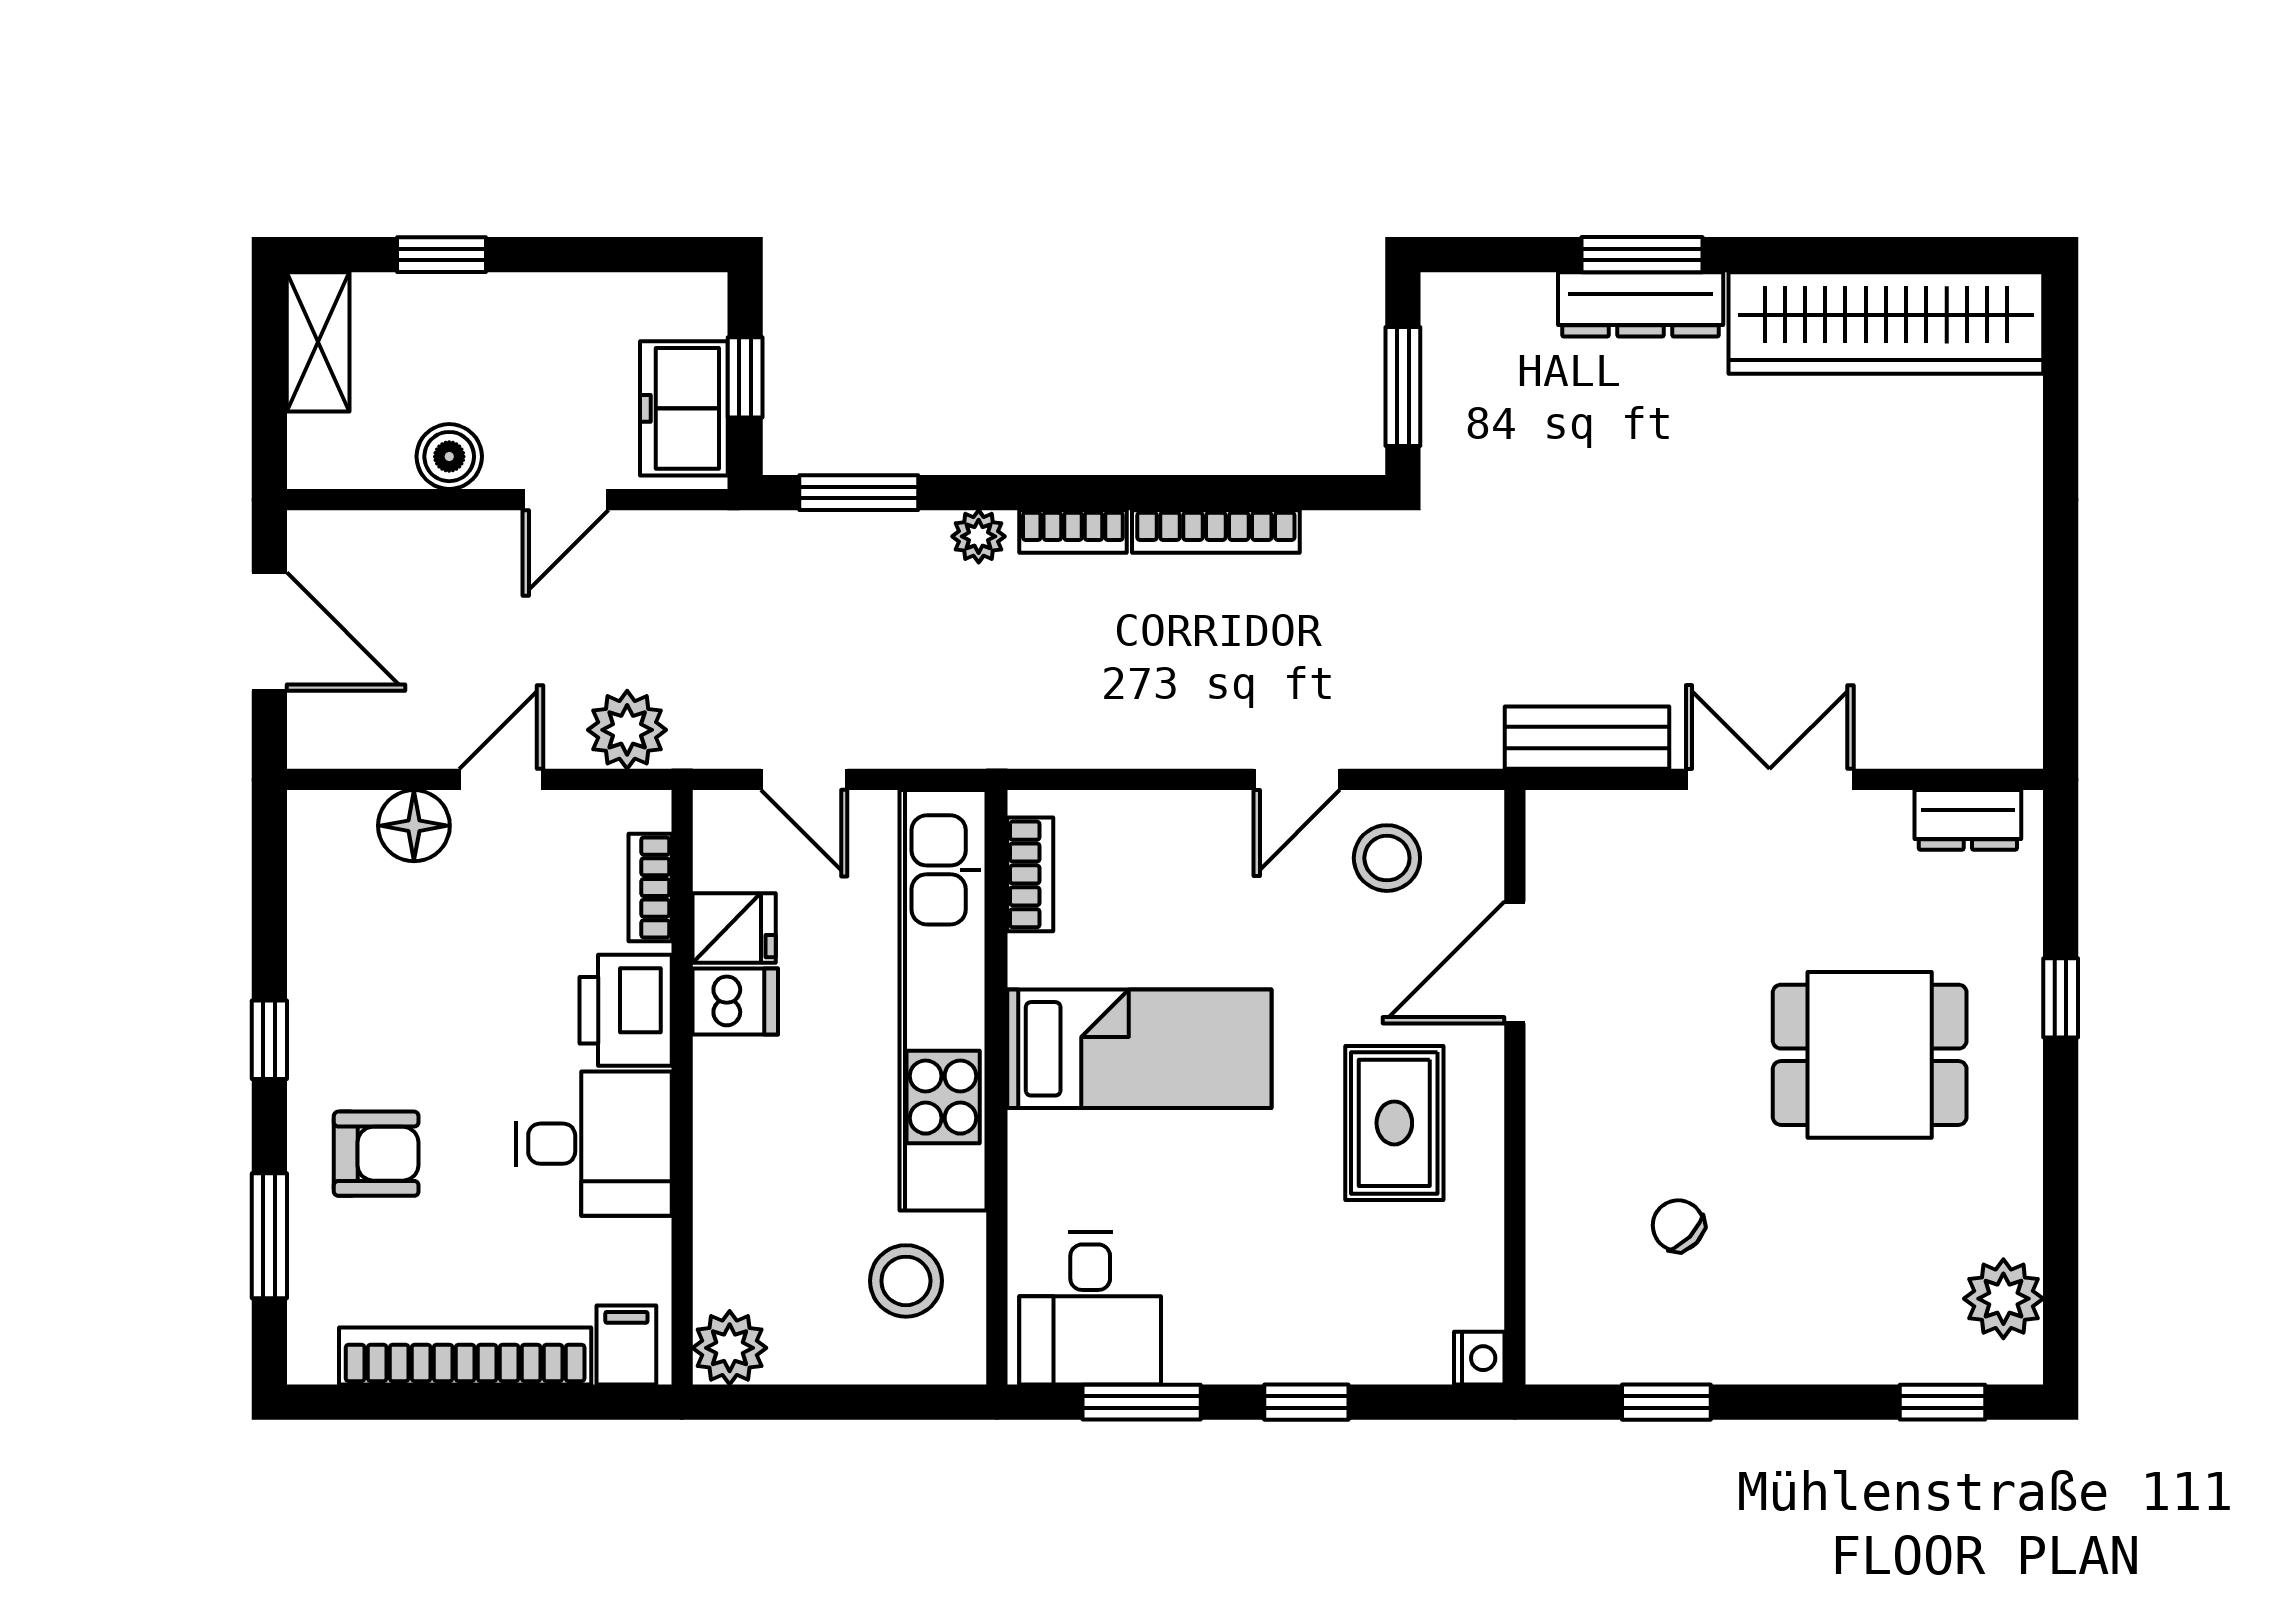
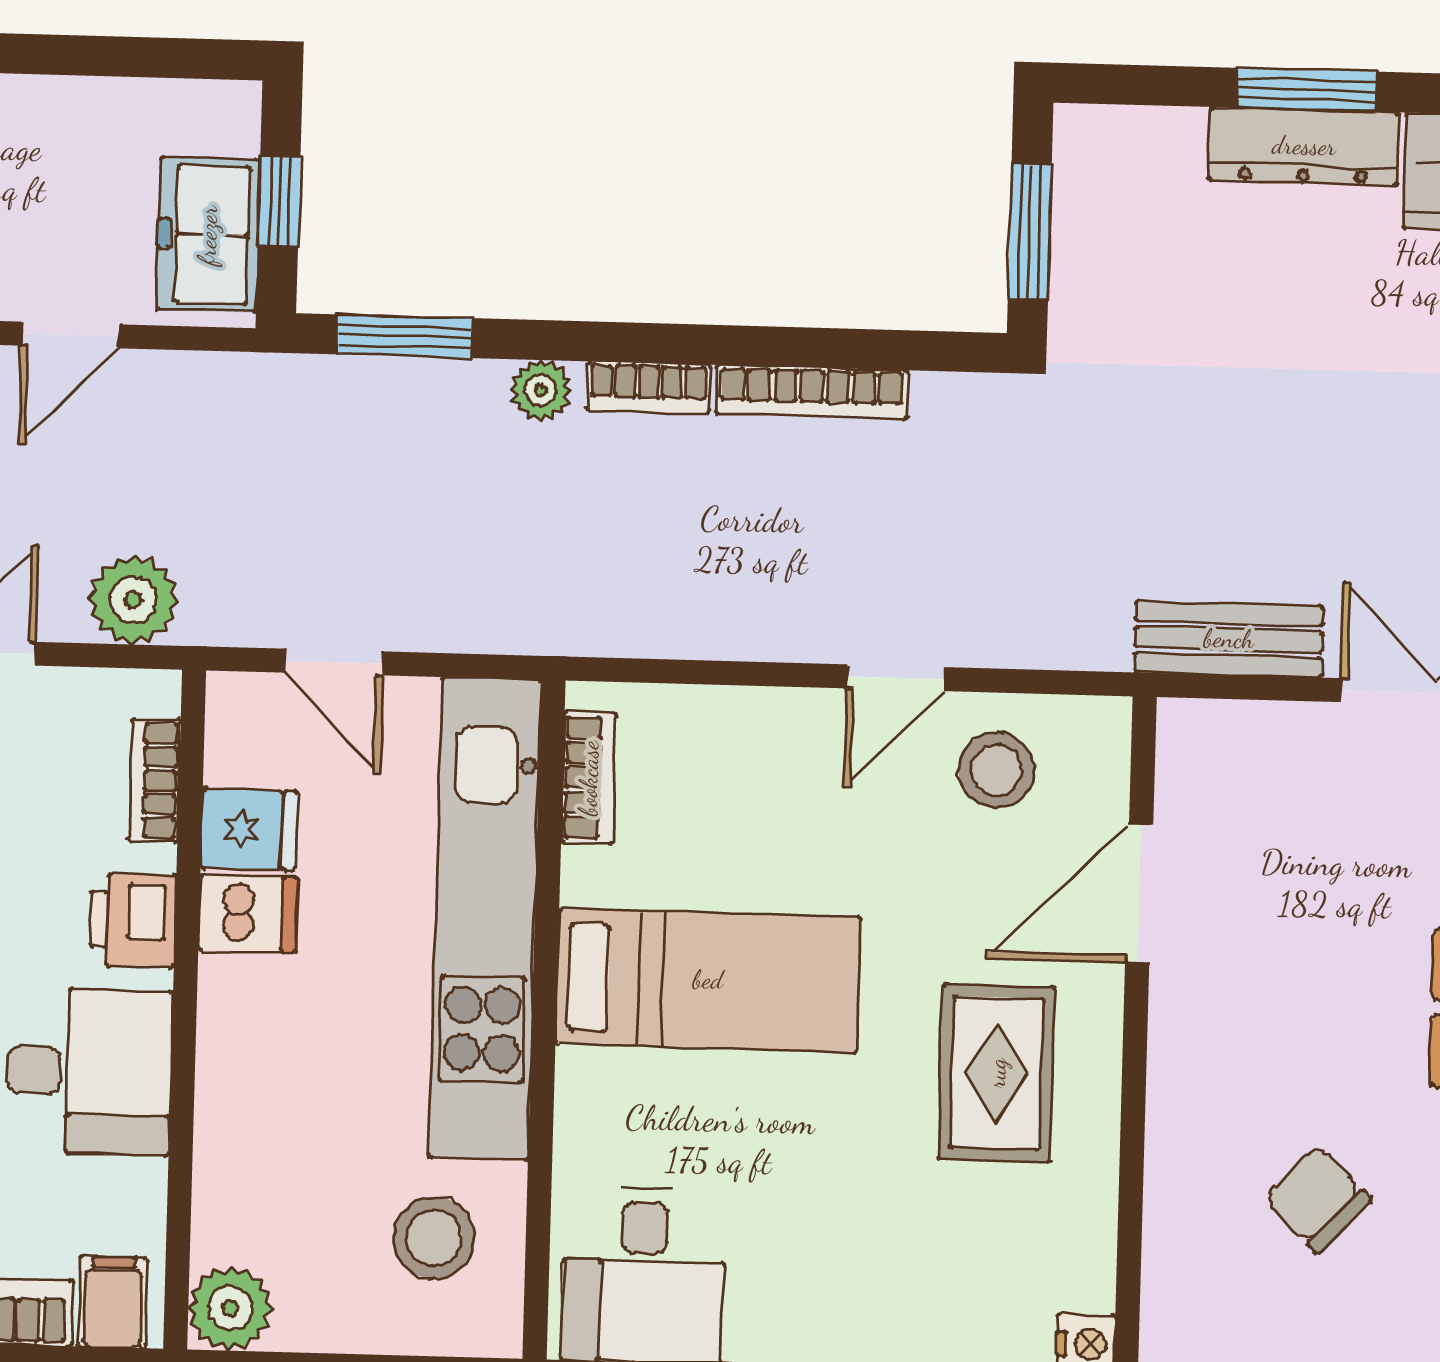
printer: (626, 1010) -> (133, 920), width x0.73, depth x0.81
chair: (1678, 1226) -> (1317, 1199), width x1.37, depth x1.37

